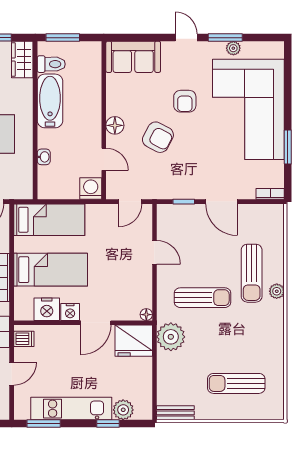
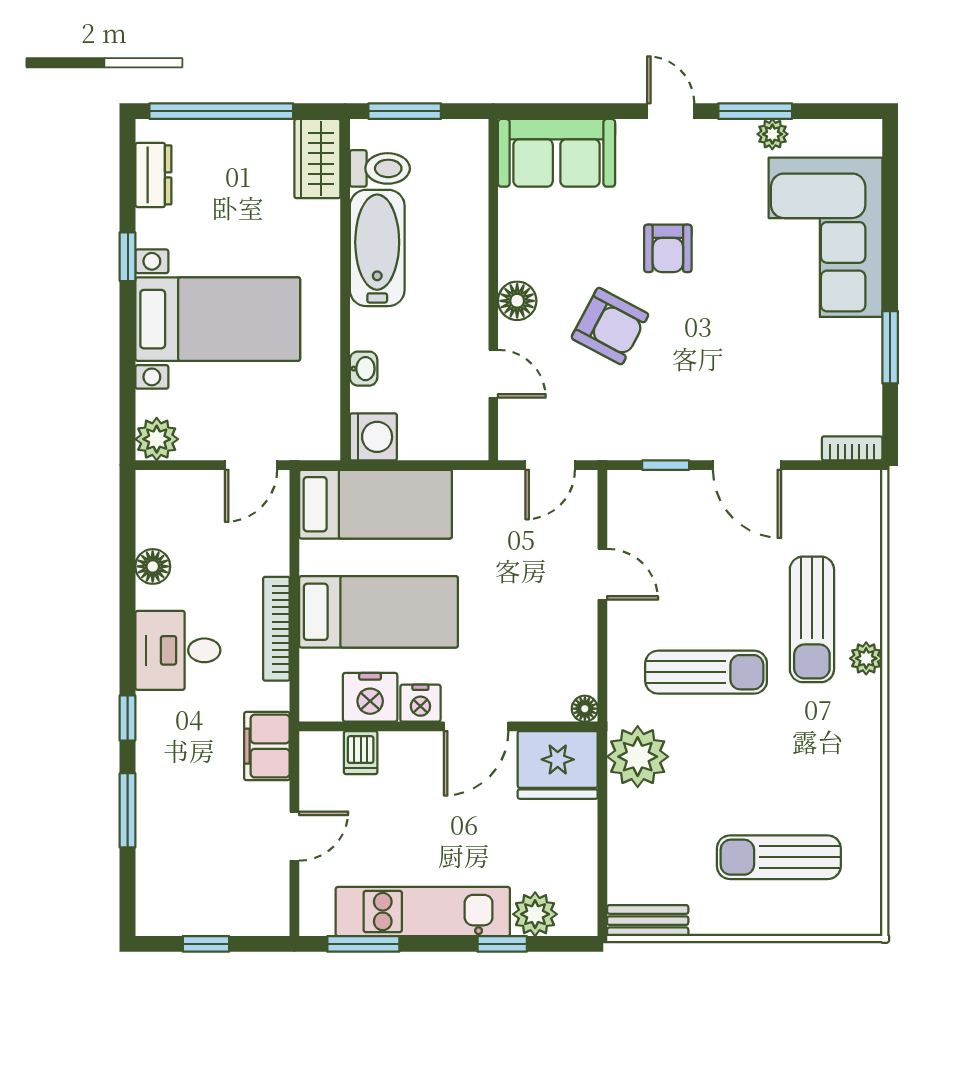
corner sofa: (248, 109) -> (825, 237), width x0.73, depth x0.74
washing machine: (91, 189) -> (373, 437), moved, turned 90
dishwasher: (24, 339) -> (361, 753), moved, turned 90

